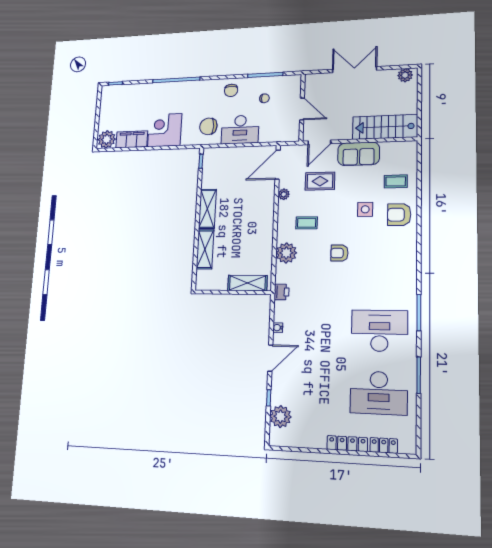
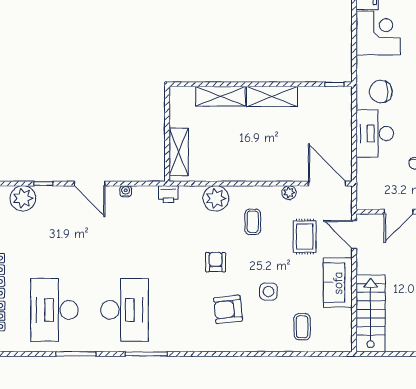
chair: (208, 126) -> (381, 92), turned -90
armchair: (399, 215) -> (228, 309), moved, turned -96

